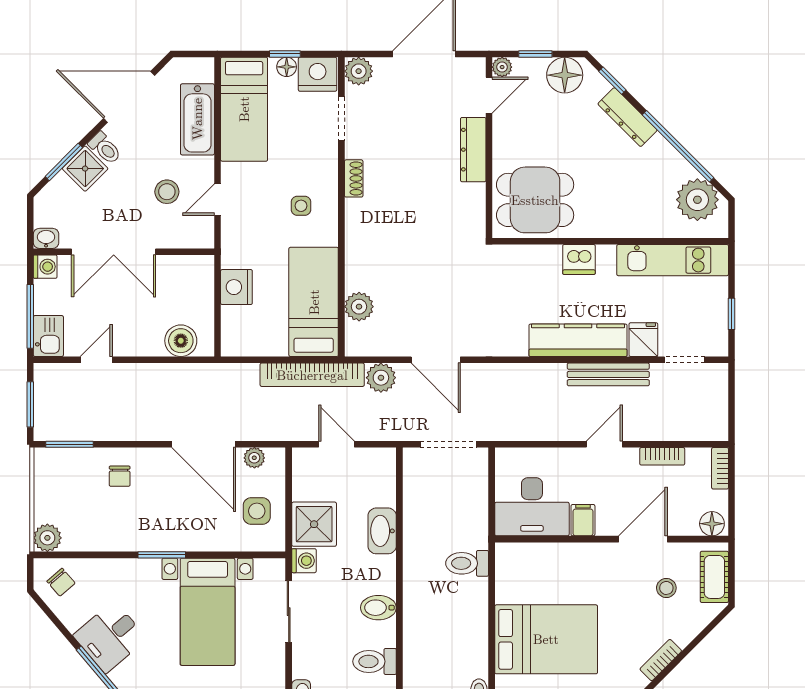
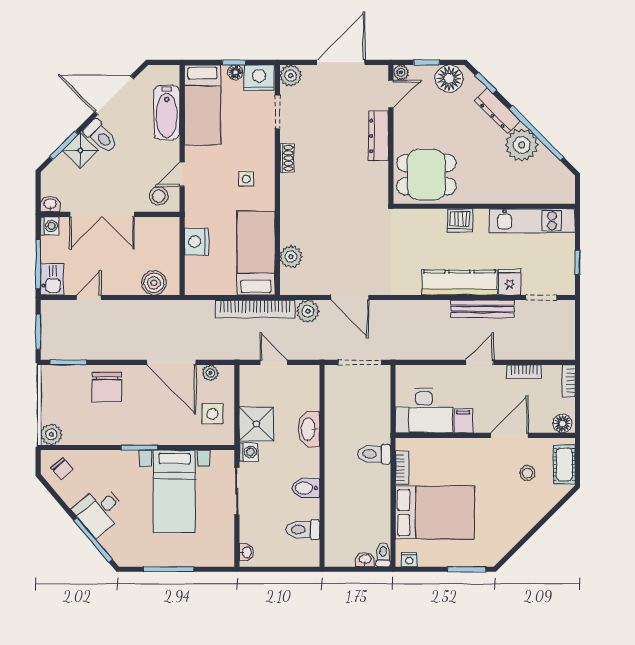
toilet: (105, 148) -> (101, 136), width x1.37, depth x1.39
stool: (167, 192) -> (159, 196), moved
plant: (697, 200) -> (522, 145), moved
chair: (120, 476) -> (107, 387), width x1.87, depth x1.87
bookcase: (661, 660) -> (402, 468), moved, turned 135

